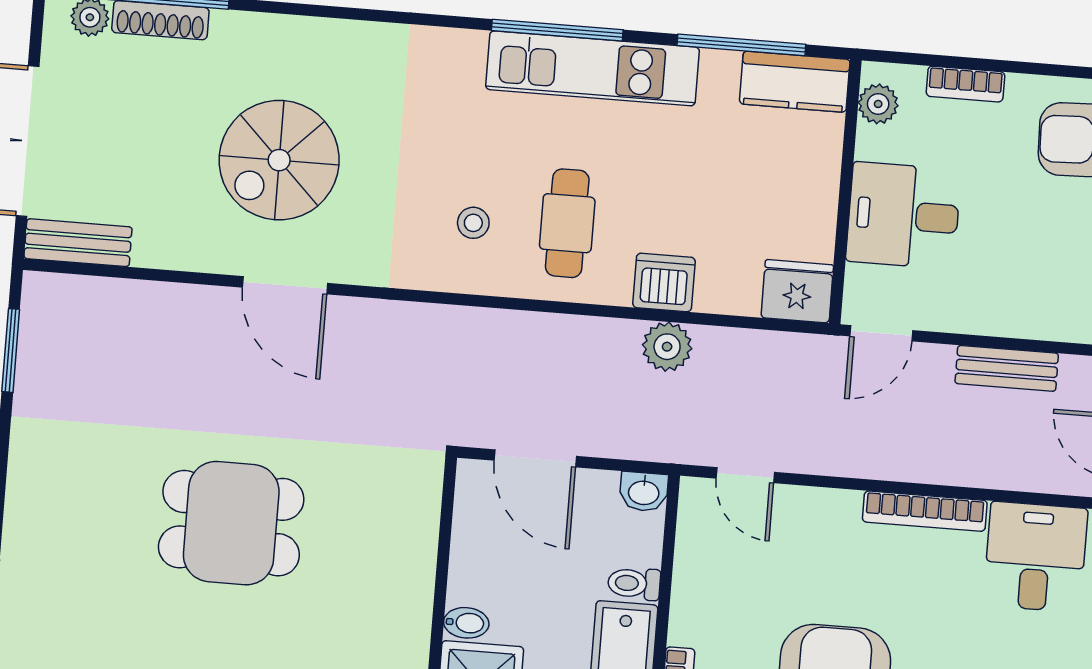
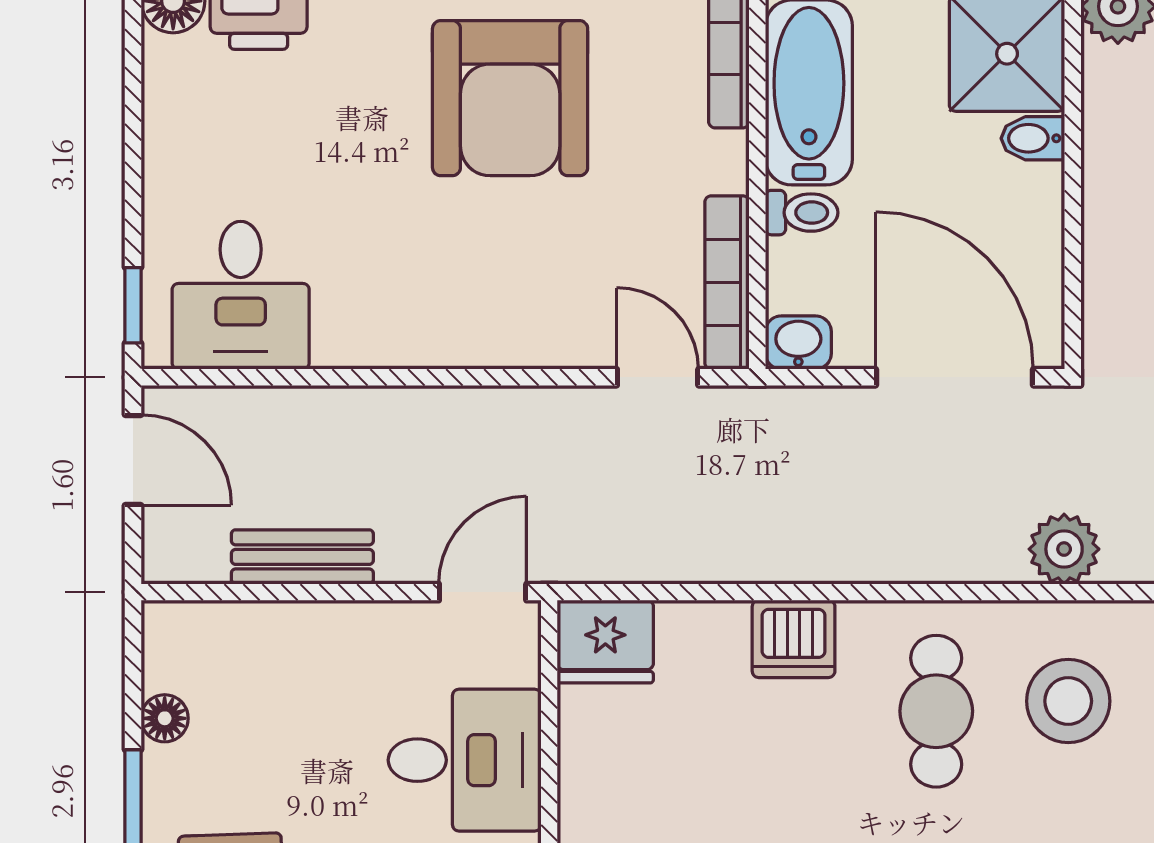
stool: (473, 223) -> (1068, 701), width x1.89, depth x1.89
plant: (667, 347) -> (1064, 549), moved
door: (535, 458) -> (955, 377), width x1.36
bookcase: (925, 511) -> (727, 283), moved, turned -90

